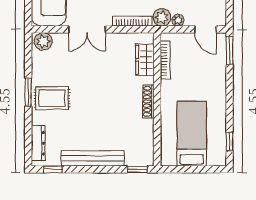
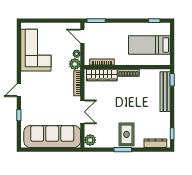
door: (205, 29) -> (82, 36), swing flipped
wardrobe: (145, 60) -> (102, 75), width x1.50
bench: (93, 158) -> (165, 92), moved

